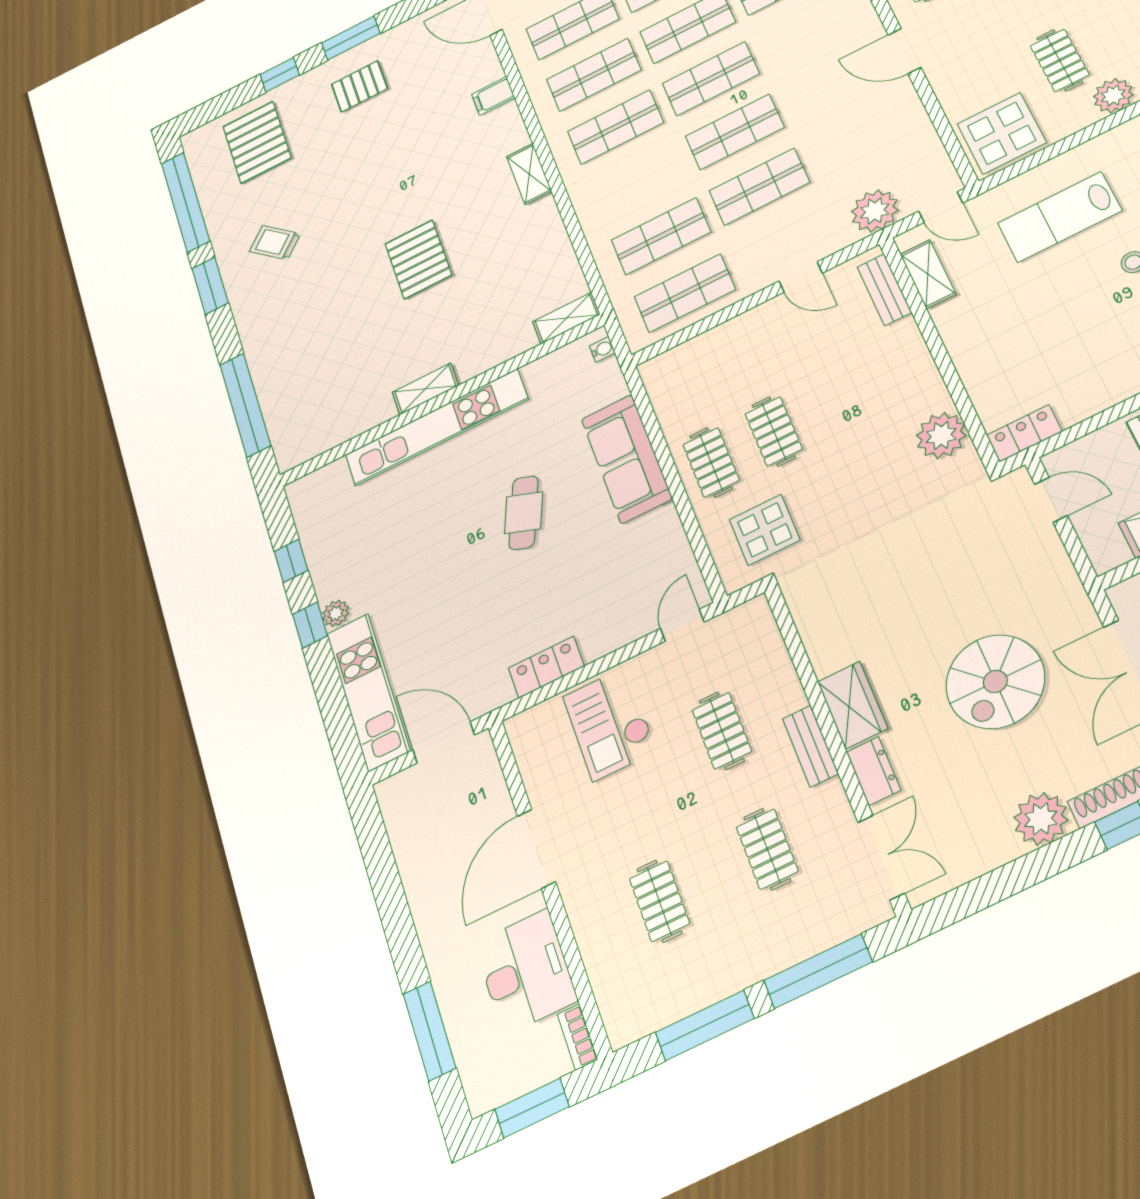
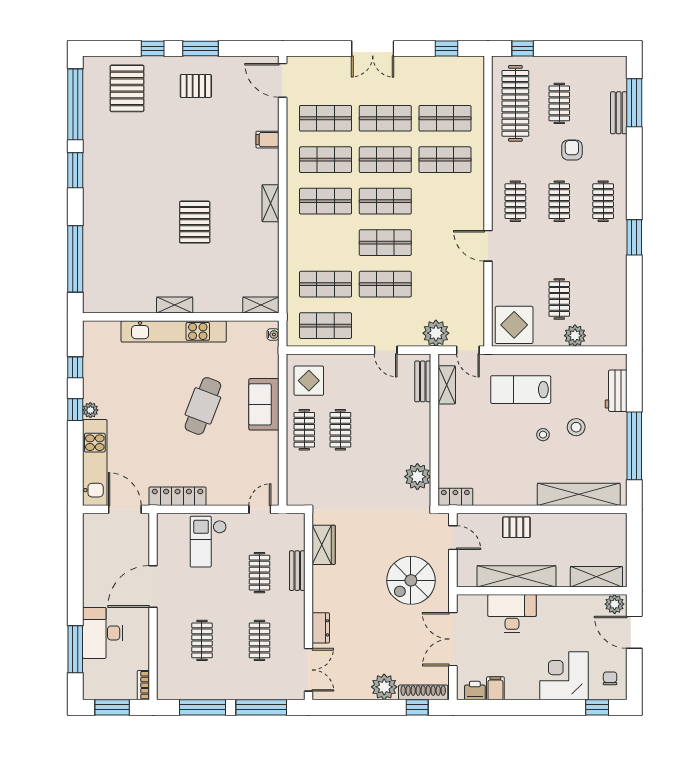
trolley: (275, 243) -> (119, 163), removed
sofa: (626, 459) -> (264, 404), width x0.73
cafe table: (524, 513) -> (203, 406), width x1.37, depth x1.35
display table: (765, 530) -> (309, 381), moved
locker: (546, 667) -> (178, 496), width x1.53
spiral stairs: (995, 682) -> (411, 580), moved
wardrobe: (853, 705) -> (324, 545), moved
bench: (810, 746) -> (297, 571), moved
desk: (526, 972) -> (103, 633), moved, turned 180

